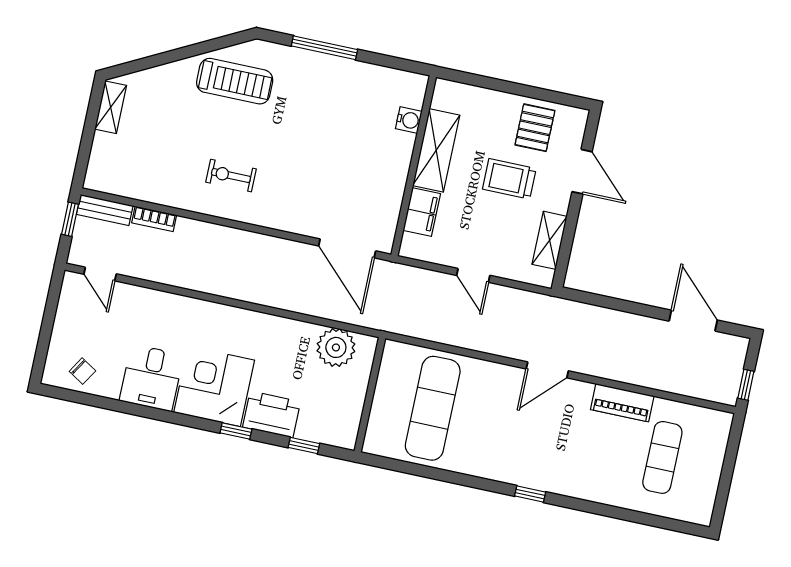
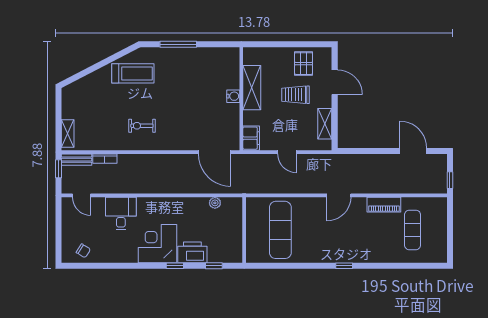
shelving: (111, 107) -> (68, 133), moved
water cooler: (409, 120) -> (233, 96), moved
filing cabinet: (422, 212) -> (251, 138), moved
plant: (336, 347) -> (215, 203), width x0.53, depth x0.53
desk: (151, 378) -> (121, 213), moved, turned 180

